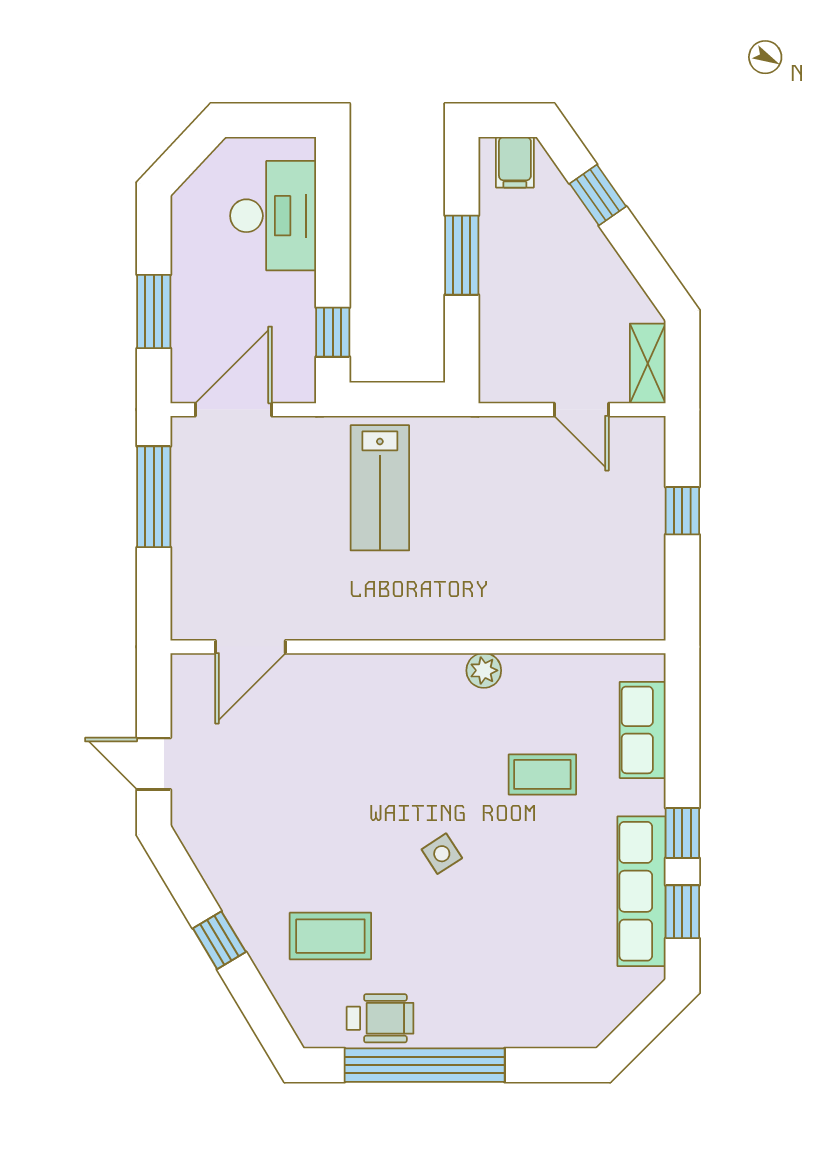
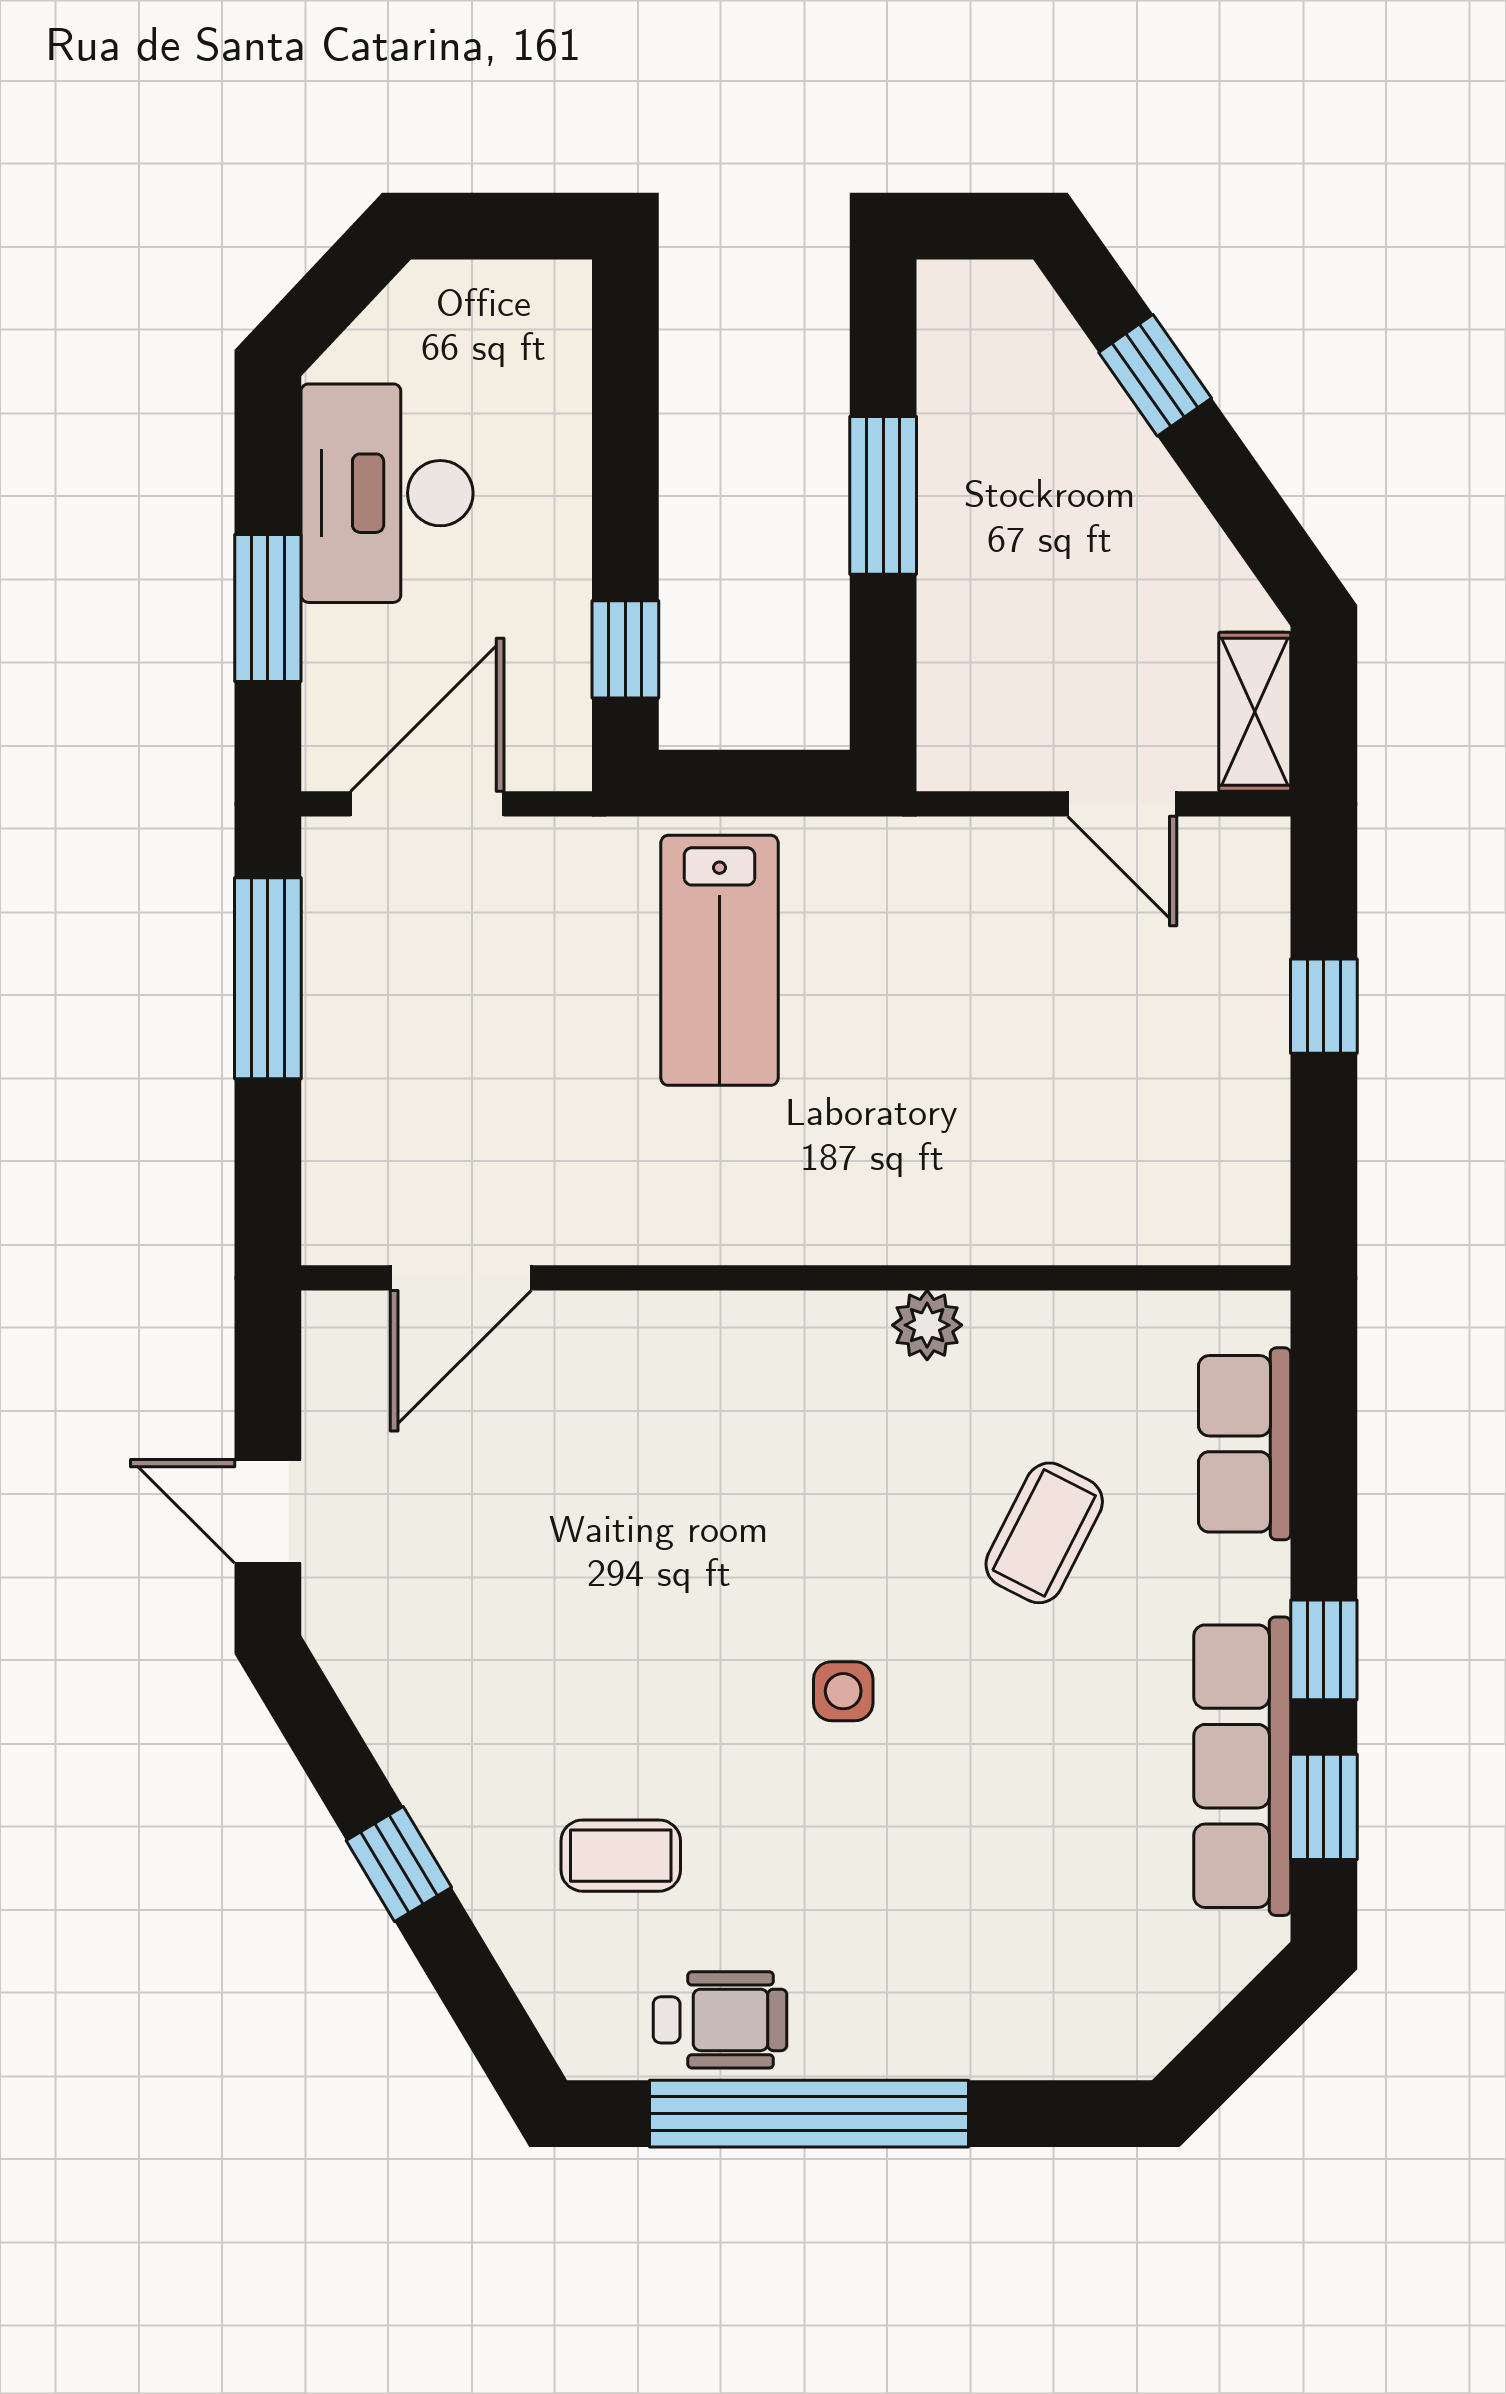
filing cabinet: (515, 162) -> (989, 310), removed
desk: (273, 216) -> (387, 493), moved, turned 180
coffee table: (542, 774) -> (1044, 1533), turned -63
side table: (442, 854) -> (843, 1691), turned 33
coffee table: (330, 936) -> (621, 1856), width x0.73, depth x0.77

